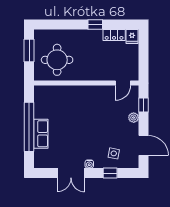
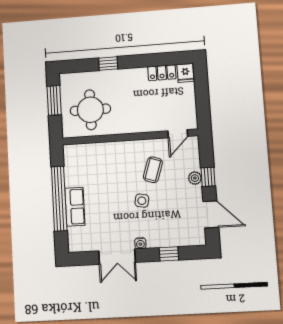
window: (95, 25) -> (108, 63), moved
window: (143, 105) -> (208, 177), moved
coffee table: (102, 109) -> (153, 170), added
side table: (114, 153) -> (142, 201), moved

